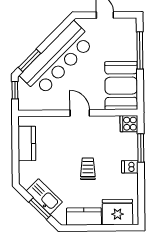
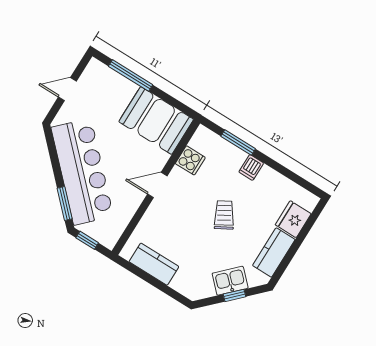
cooker: (129, 124) -> (190, 160), moved, turned -90
trolley: (88, 169) -> (224, 215), turned 60
kitchen sink: (44, 197) -> (230, 281), width x0.73
window: (40, 209) -> (235, 295), width x0.67
fridge: (117, 212) -> (293, 219), width x0.73, depth x0.75

